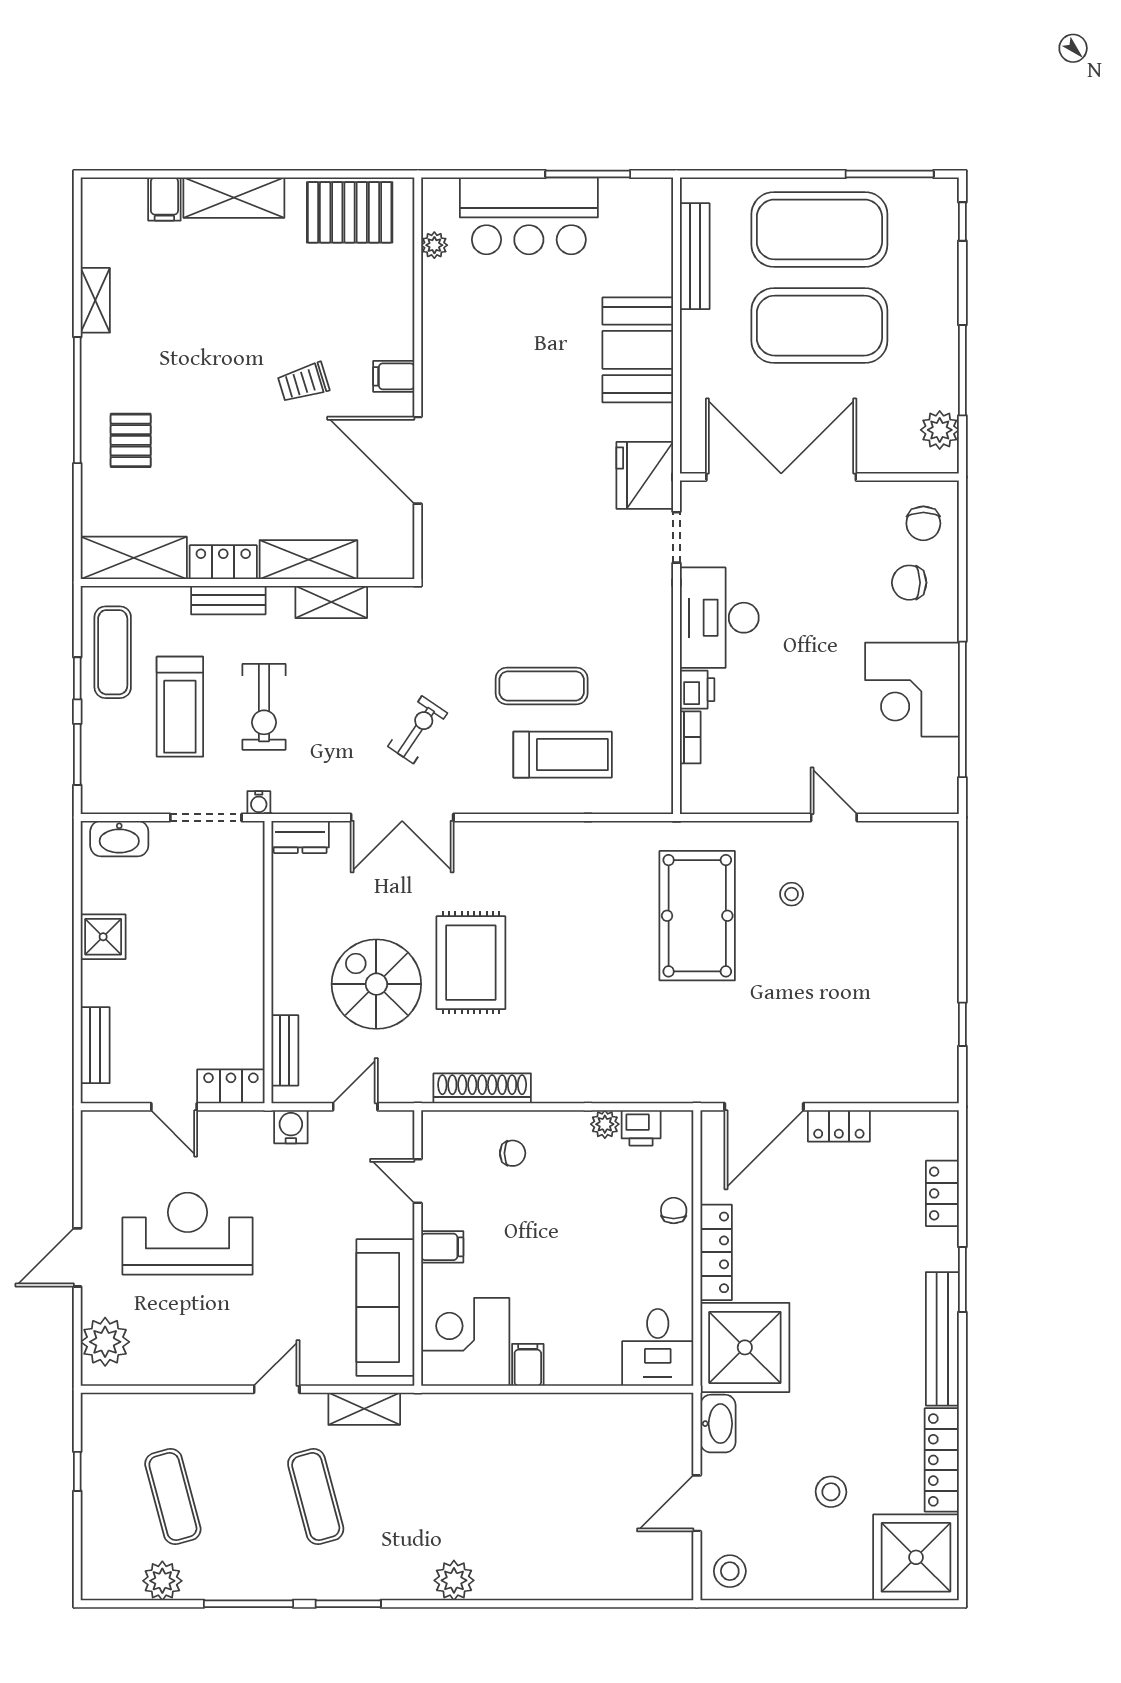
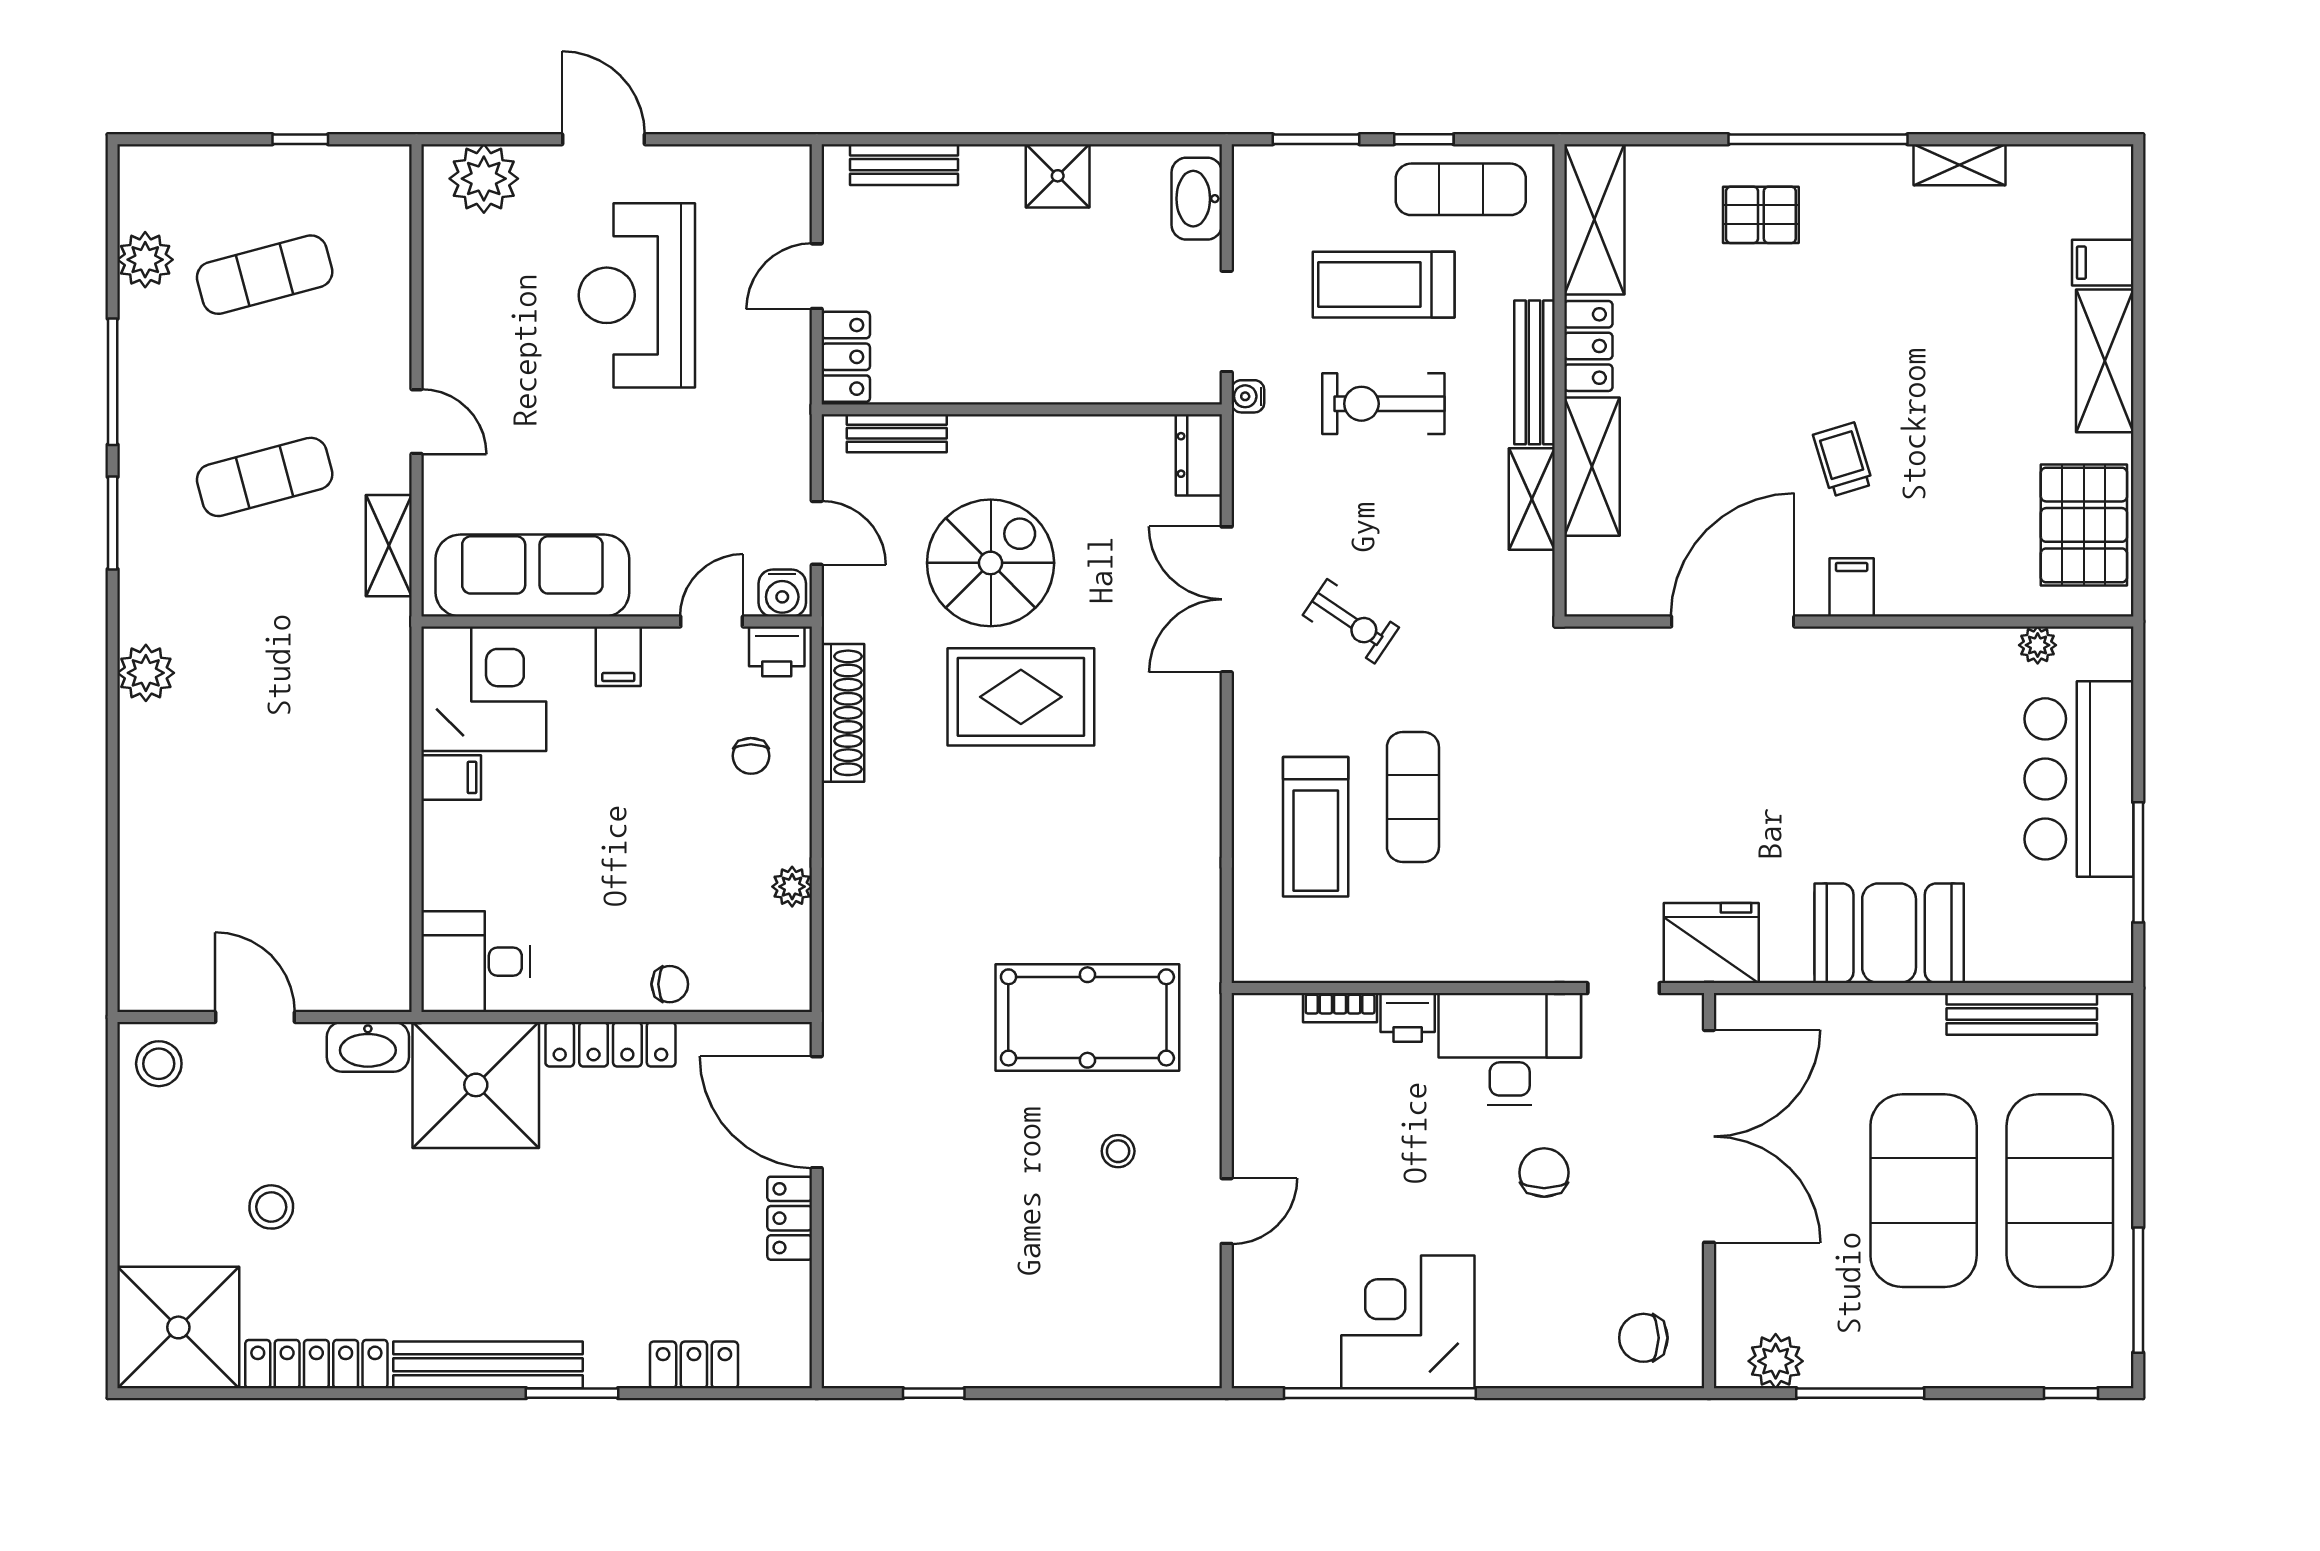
chair: (909, 583) -> (1544, 1173), moved
bench: (228, 600) -> (1534, 372), width x1.36
water cooler: (291, 1127) -> (782, 593), moved, turned 90
printer: (641, 1128) -> (777, 651), moved, turned -90
reception desk: (188, 1234) -> (637, 295), turned 180

